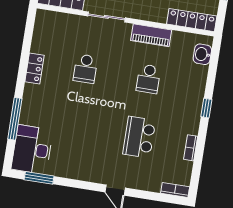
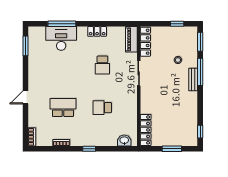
piano: (151, 35) -> (131, 39), moved
school desk: (85, 69) -> (102, 65), turned -90
desk: (32, 150) -> (61, 38), moved

